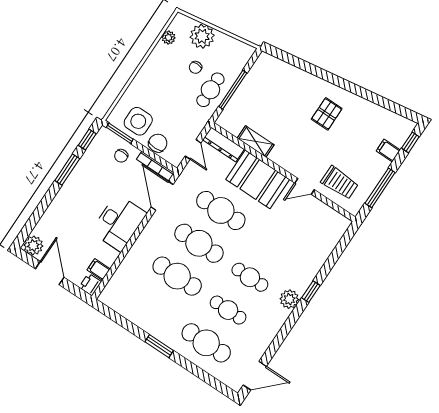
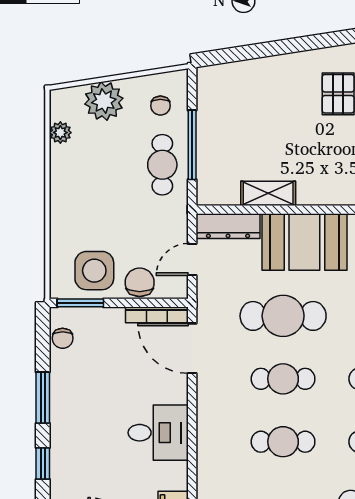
chair: (195, 67) -> (160, 106), moved
window: (87, 139) -> (43, 463), moved
door: (193, 149) -> (192, 259), swing flipped
chair: (121, 156) -> (63, 338), moved
desk: (119, 223) -> (158, 433), width x0.73
cafe table: (199, 243) -> (283, 379), width x0.73, depth x0.74
cafe table: (177, 276) -> (283, 442), width x0.73, depth x0.74

